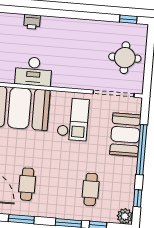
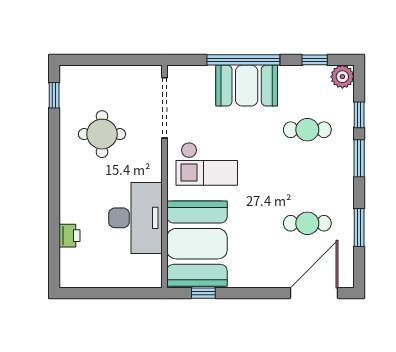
round table: (125, 58) -> (102, 134), moved
desk: (34, 71) -> (136, 218), width x1.36, depth x1.30
checkout: (73, 119) -> (207, 164), turned 180
booth: (125, 135) -> (247, 86), moved

